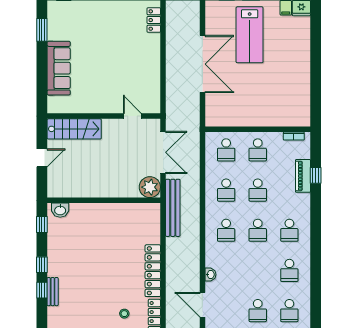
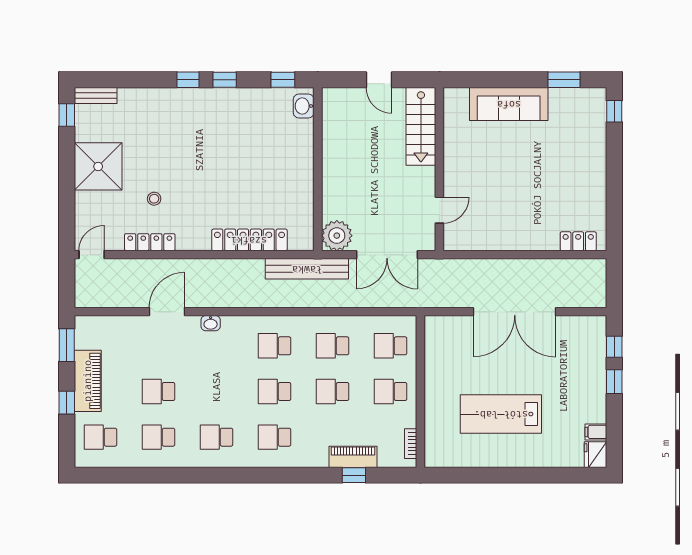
lab bench: (250, 35) -> (501, 414), moved
locker: (153, 271) -> (249, 240), moved
bench: (53, 292) -> (186, 95), removed

